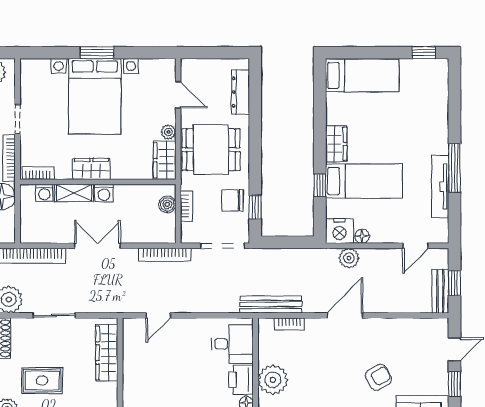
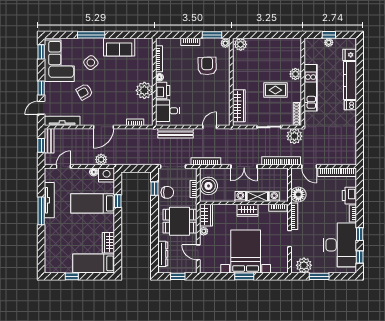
window: (214, 53) -> (178, 276), added
window: (424, 53) -> (72, 276), moved
wardrobe: (336, 144) -> (108, 243), moved
boiler: (167, 204) -> (208, 186), width x1.86, depth x1.86
bench: (271, 304) -> (176, 133), moved
tv unit: (418, 326) -> (62, 121), added

